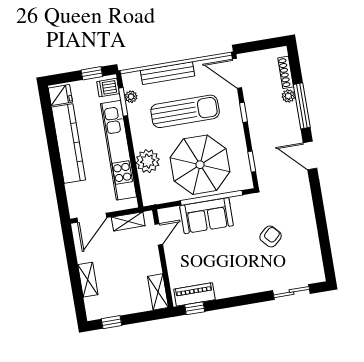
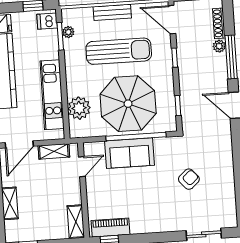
bench: (168, 73) -> (112, 12), width x0.73
kitchen unit: (118, 150) -> (52, 95), width x0.73
plant: (148, 161) -> (79, 108), moved

